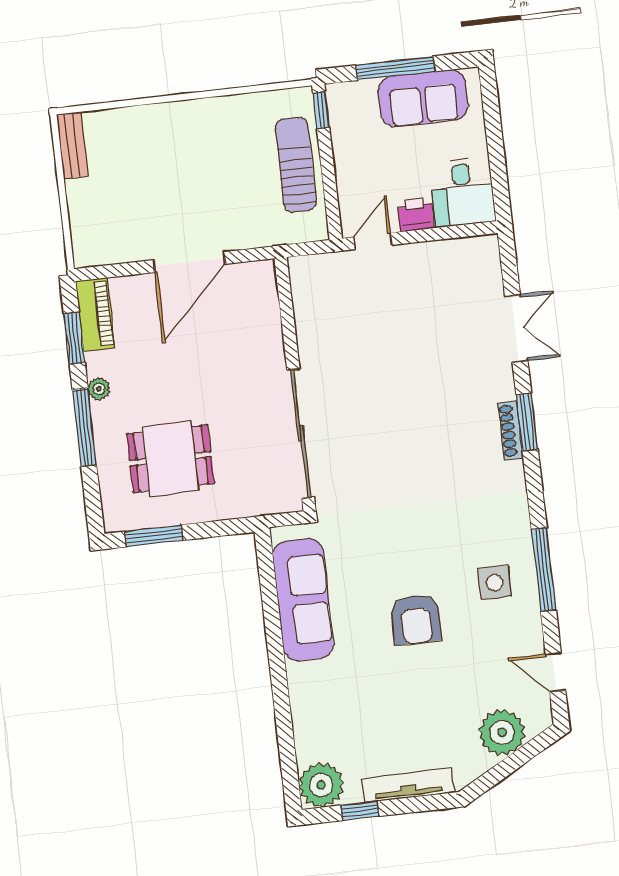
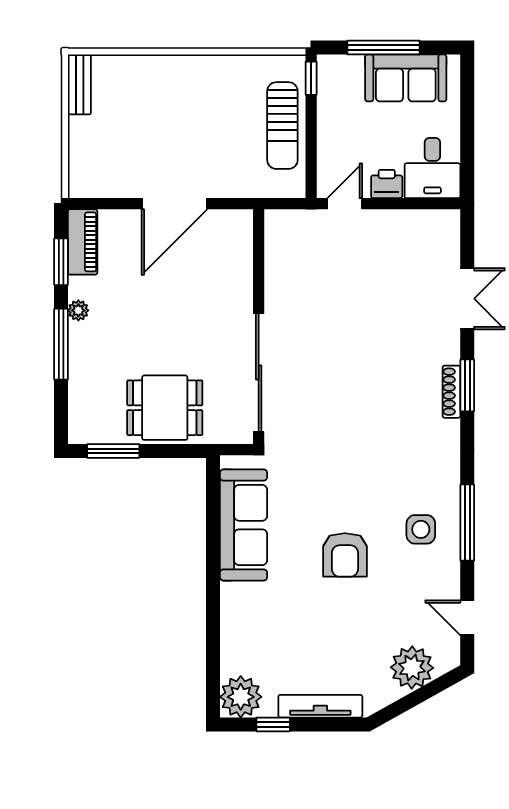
sun lounger: (296, 165) -> (282, 126), turned 180
dining table: (171, 459) -> (165, 408), moved

